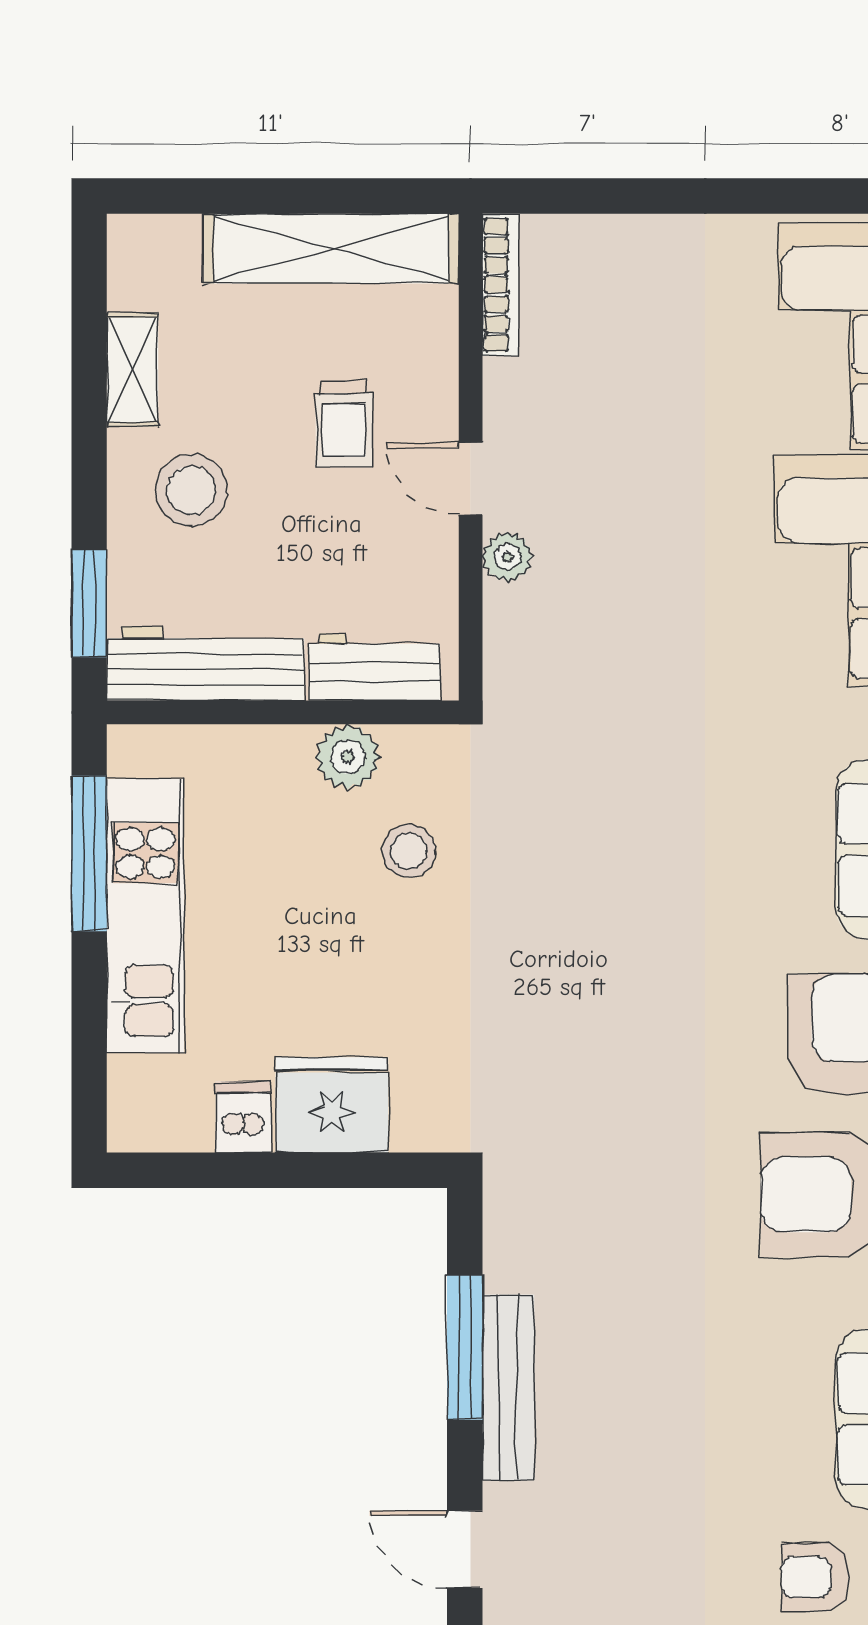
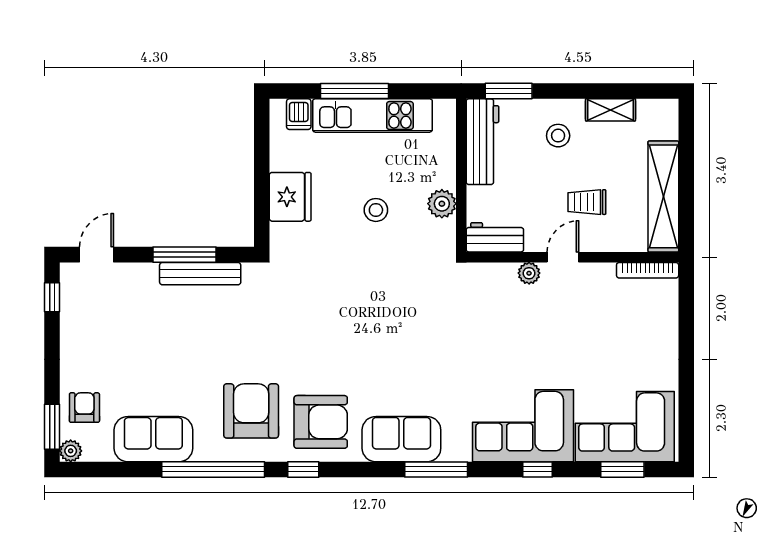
stool: (191, 490) -> (558, 136), width x0.73, depth x0.73
workbench: (374, 667) -> (495, 237), moved, turned -90
stool: (409, 851) -> (376, 210), moved
window: (89, 853) -> (355, 91), moved
dishwasher: (243, 1117) -> (299, 114), moved, turned 90
bench: (508, 1387) -> (200, 274), moved

